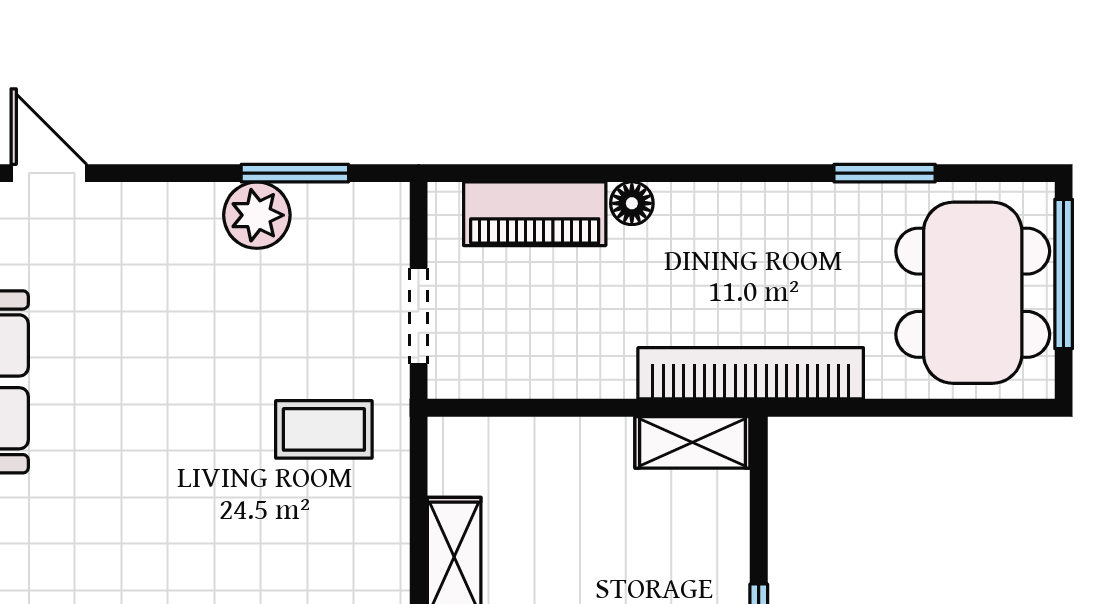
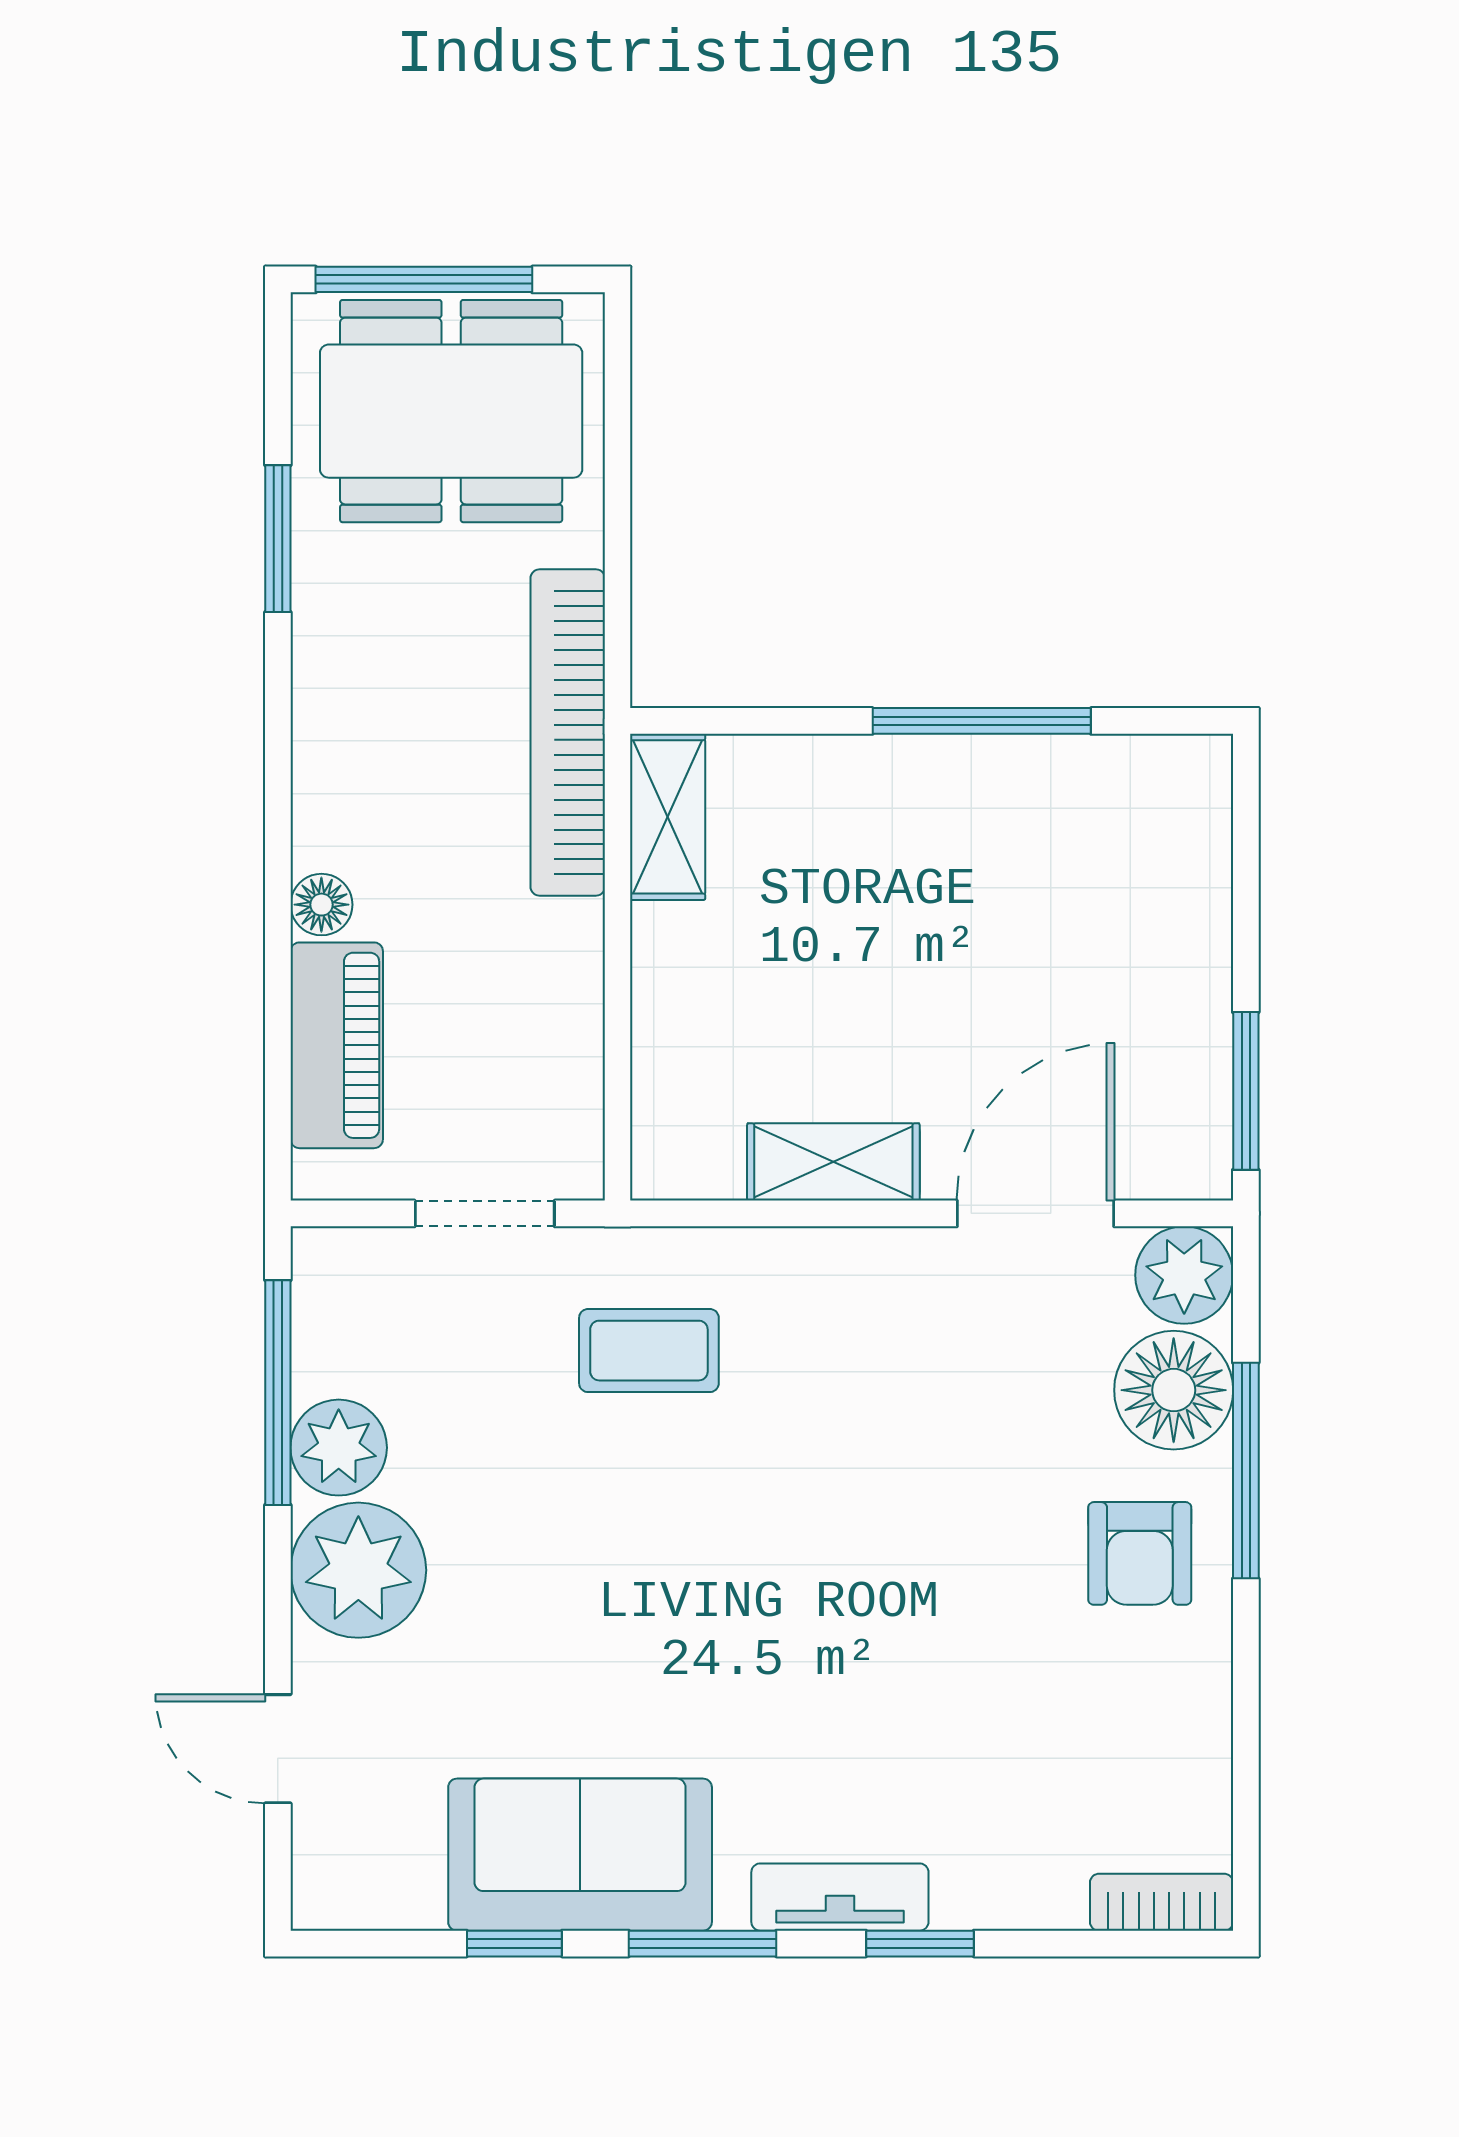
door: (49, 173) -> (278, 1749), hinge flipped
window: (295, 173) -> (278, 1393), width x1.44
plant: (172, 229) -> (358, 1570), added
coffee table: (324, 429) -> (649, 1351), turned 90

